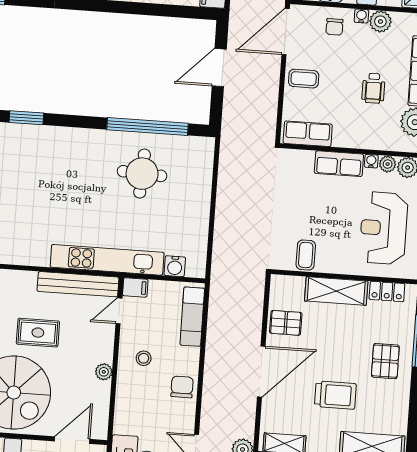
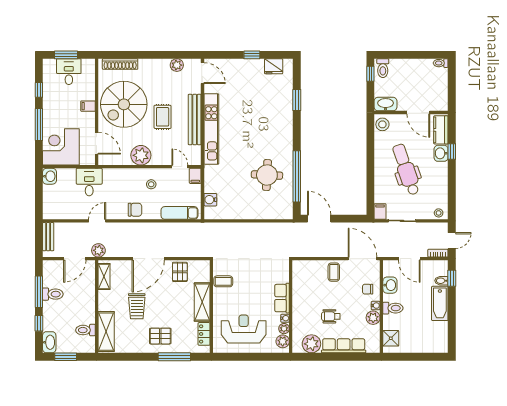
door: (219, 68) -> (319, 219), moved
row of seats: (308, 134) -> (299, 277), removed
kitchen unit: (107, 260) -> (211, 129), moved
bench: (78, 284) -> (195, 119), moved
door: (261, 371) -> (148, 259), hinge flipped
plant: (104, 372) -> (141, 155), width x1.87, depth x1.87

